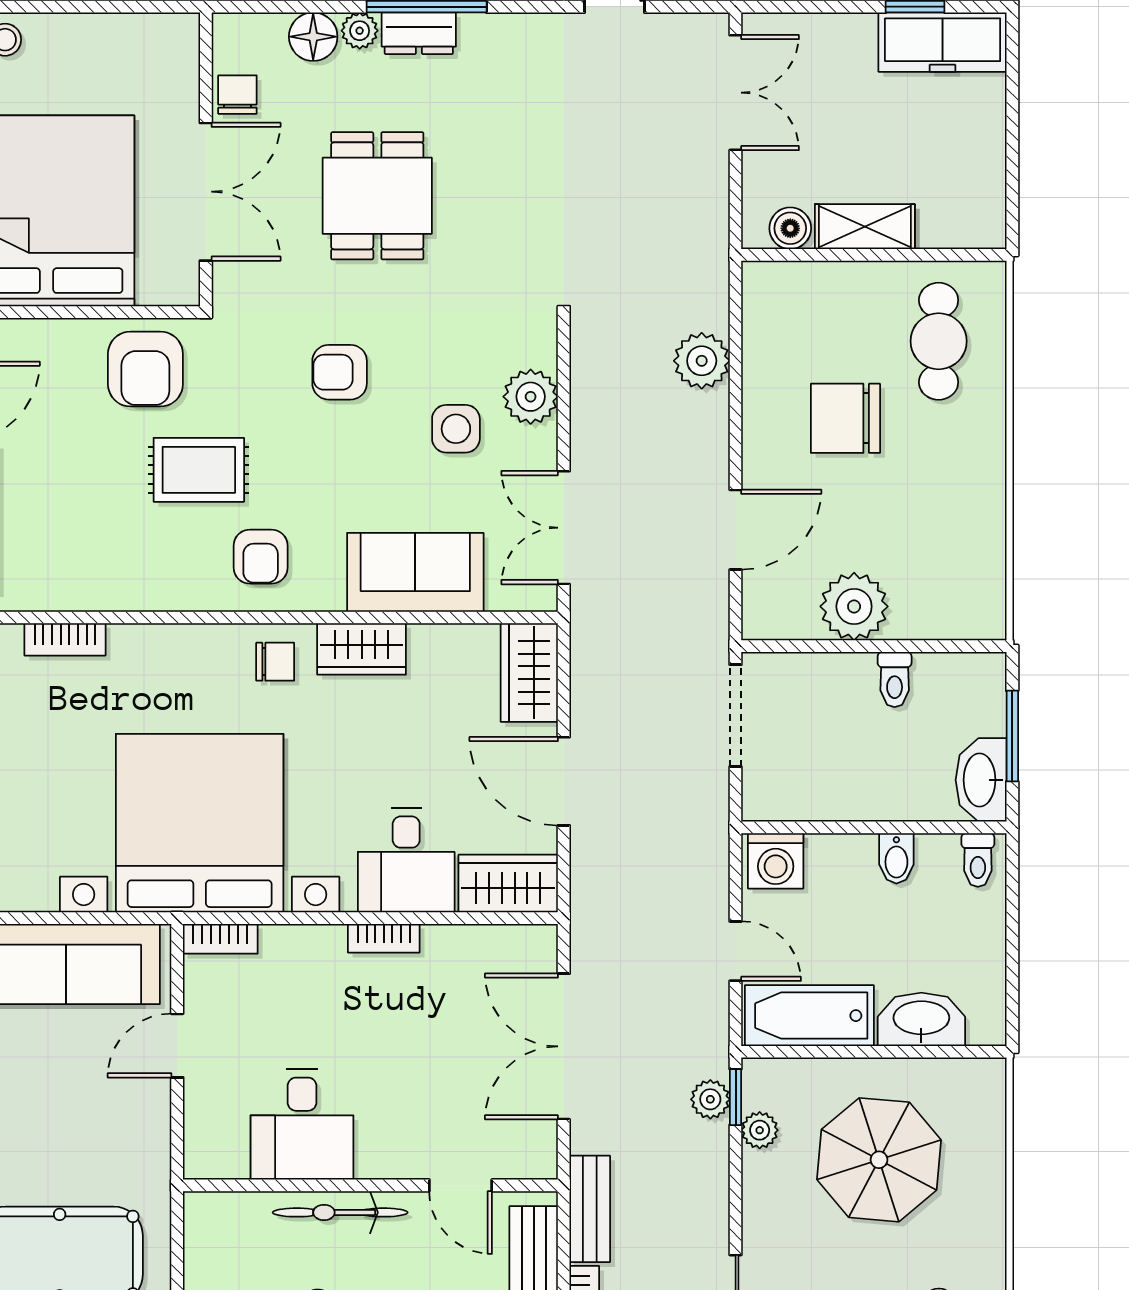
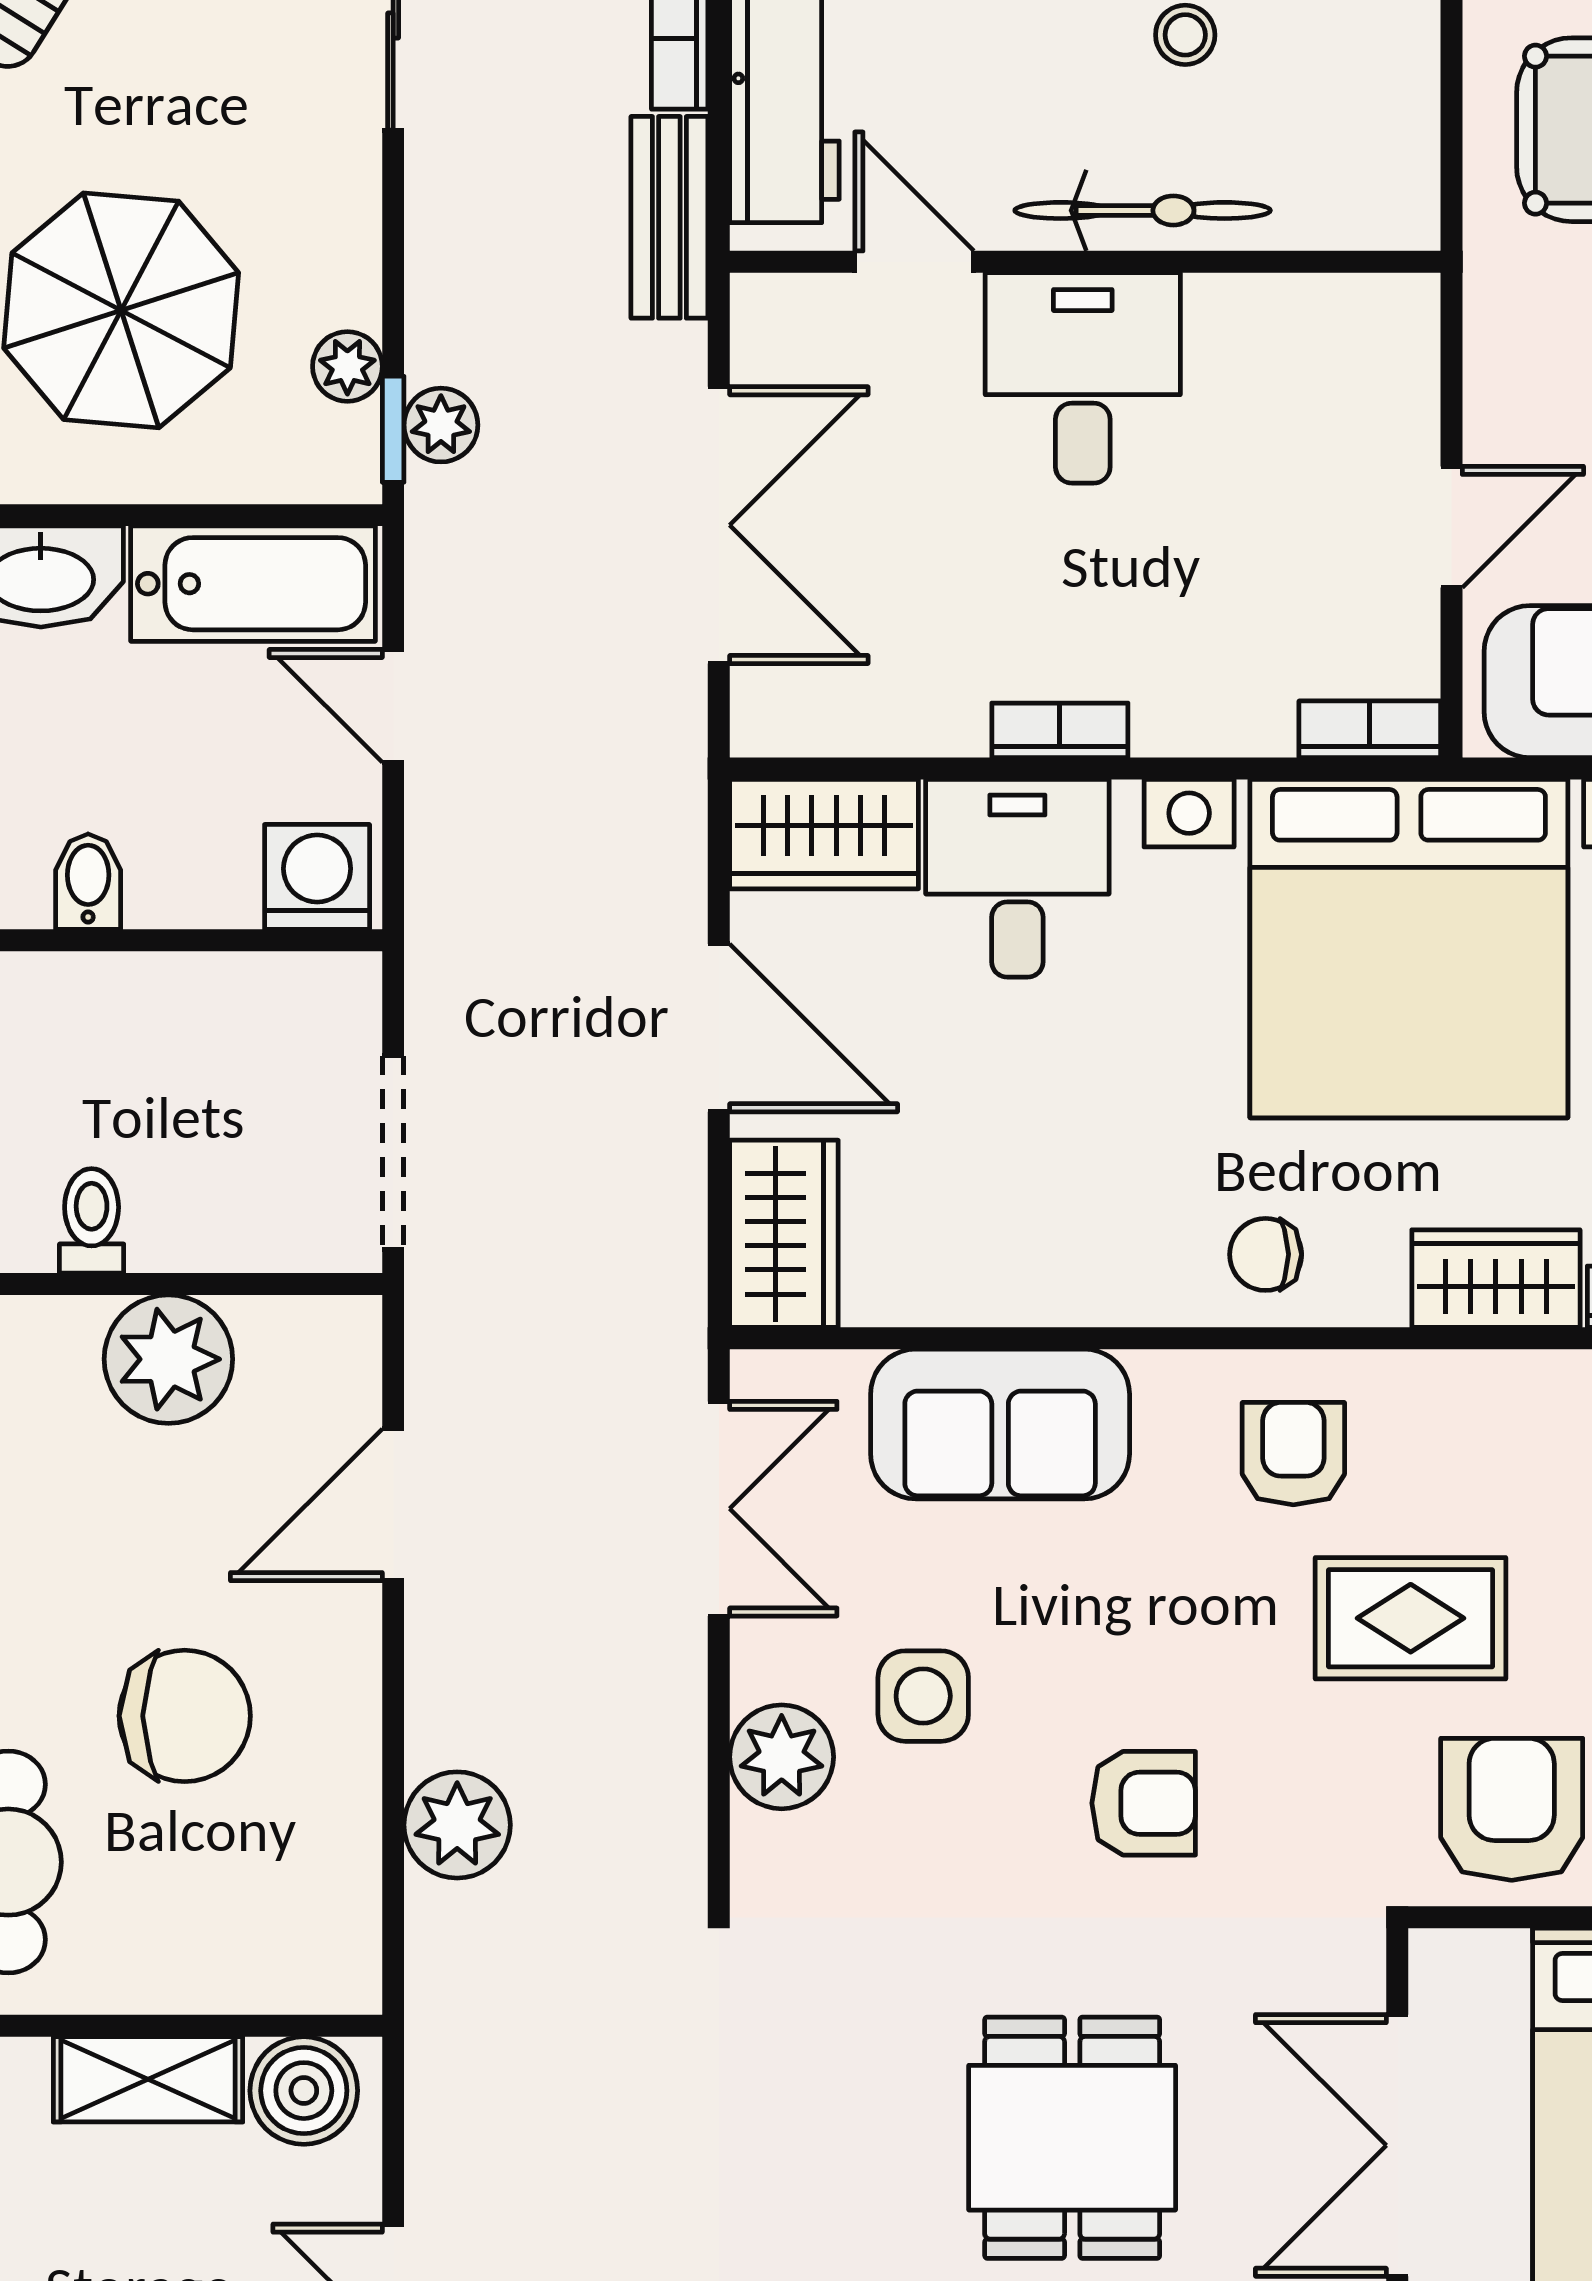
boiler: (790, 228) -> (304, 2091), width x1.36, depth x1.36
wardrobe: (362, 649) -> (1496, 1279), moved
desk: (302, 1124) -> (1083, 378), moved

